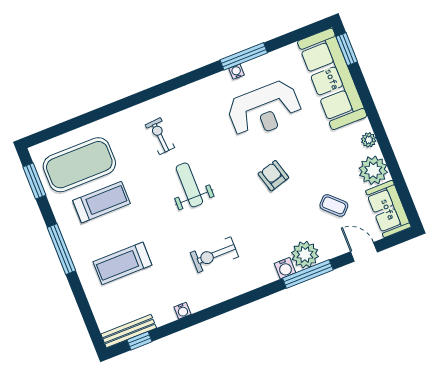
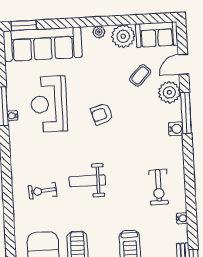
reception desk: (264, 110) -> (49, 104), turned 180
exercise bike: (214, 255) -> (158, 187), moved
plant: (305, 255) -> (169, 92), moved

